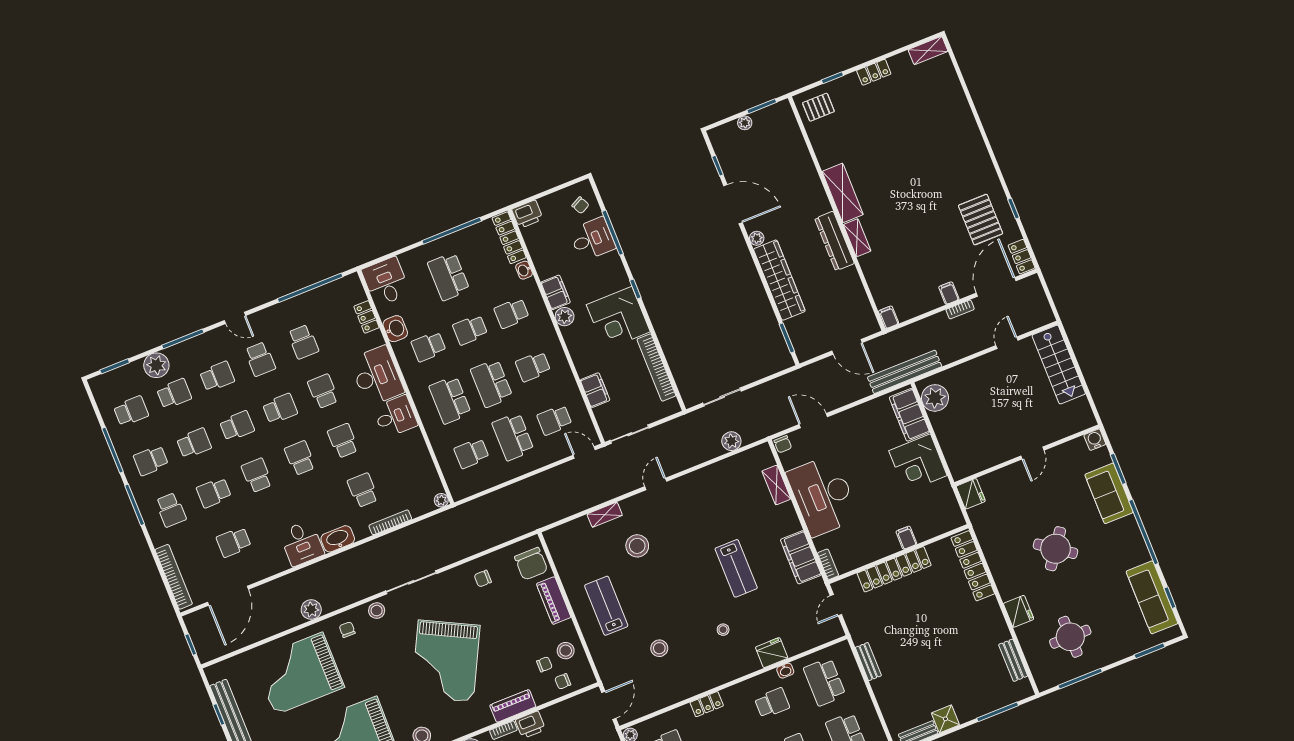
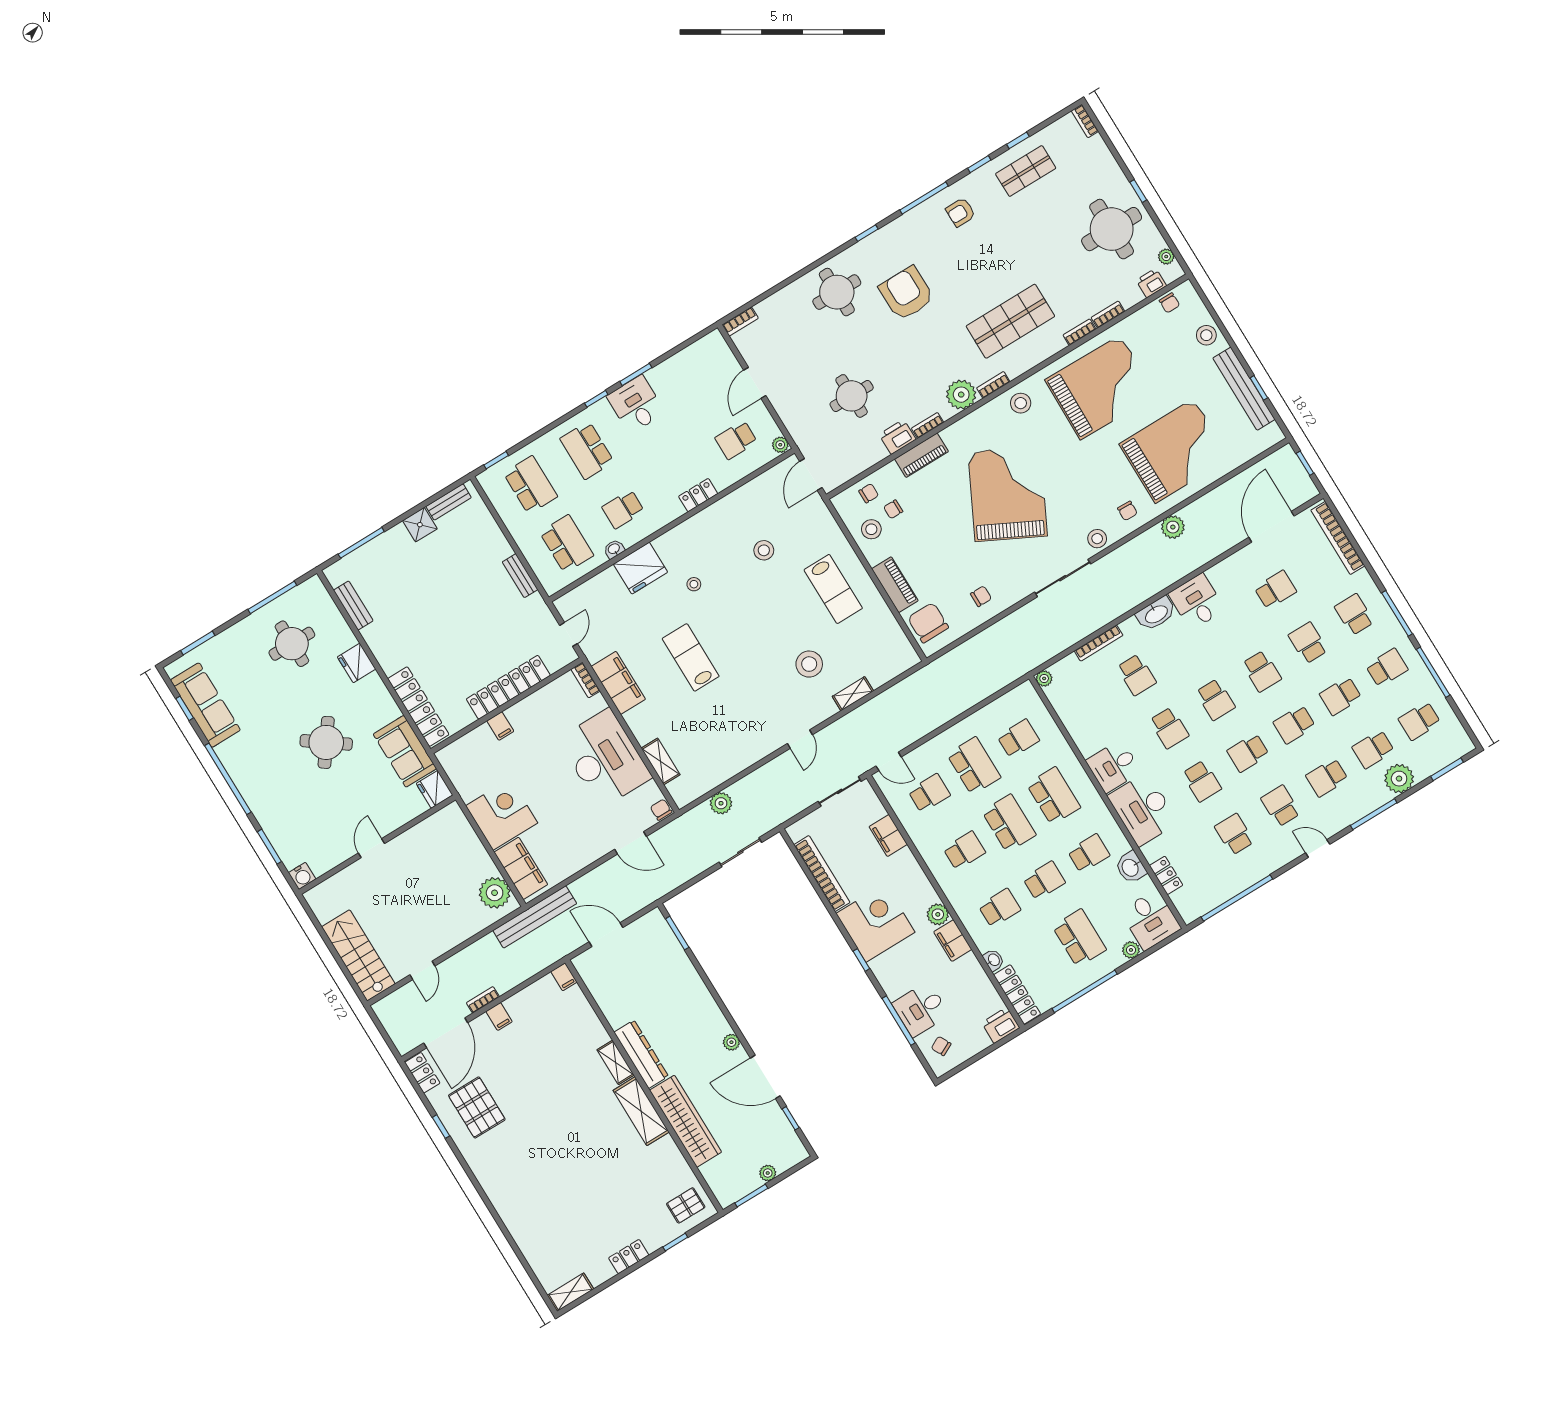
plant: (407, 259) -> (1131, 950), added
wardrobe: (779, 280) -> (686, 1121), moved, turned 180
school desk: (214, 493) -> (1308, 643), turned -90
sofa: (1109, 493) -> (405, 751), moved, turned 180
fridge: (772, 653) -> (641, 568), width x1.36, depth x1.34

